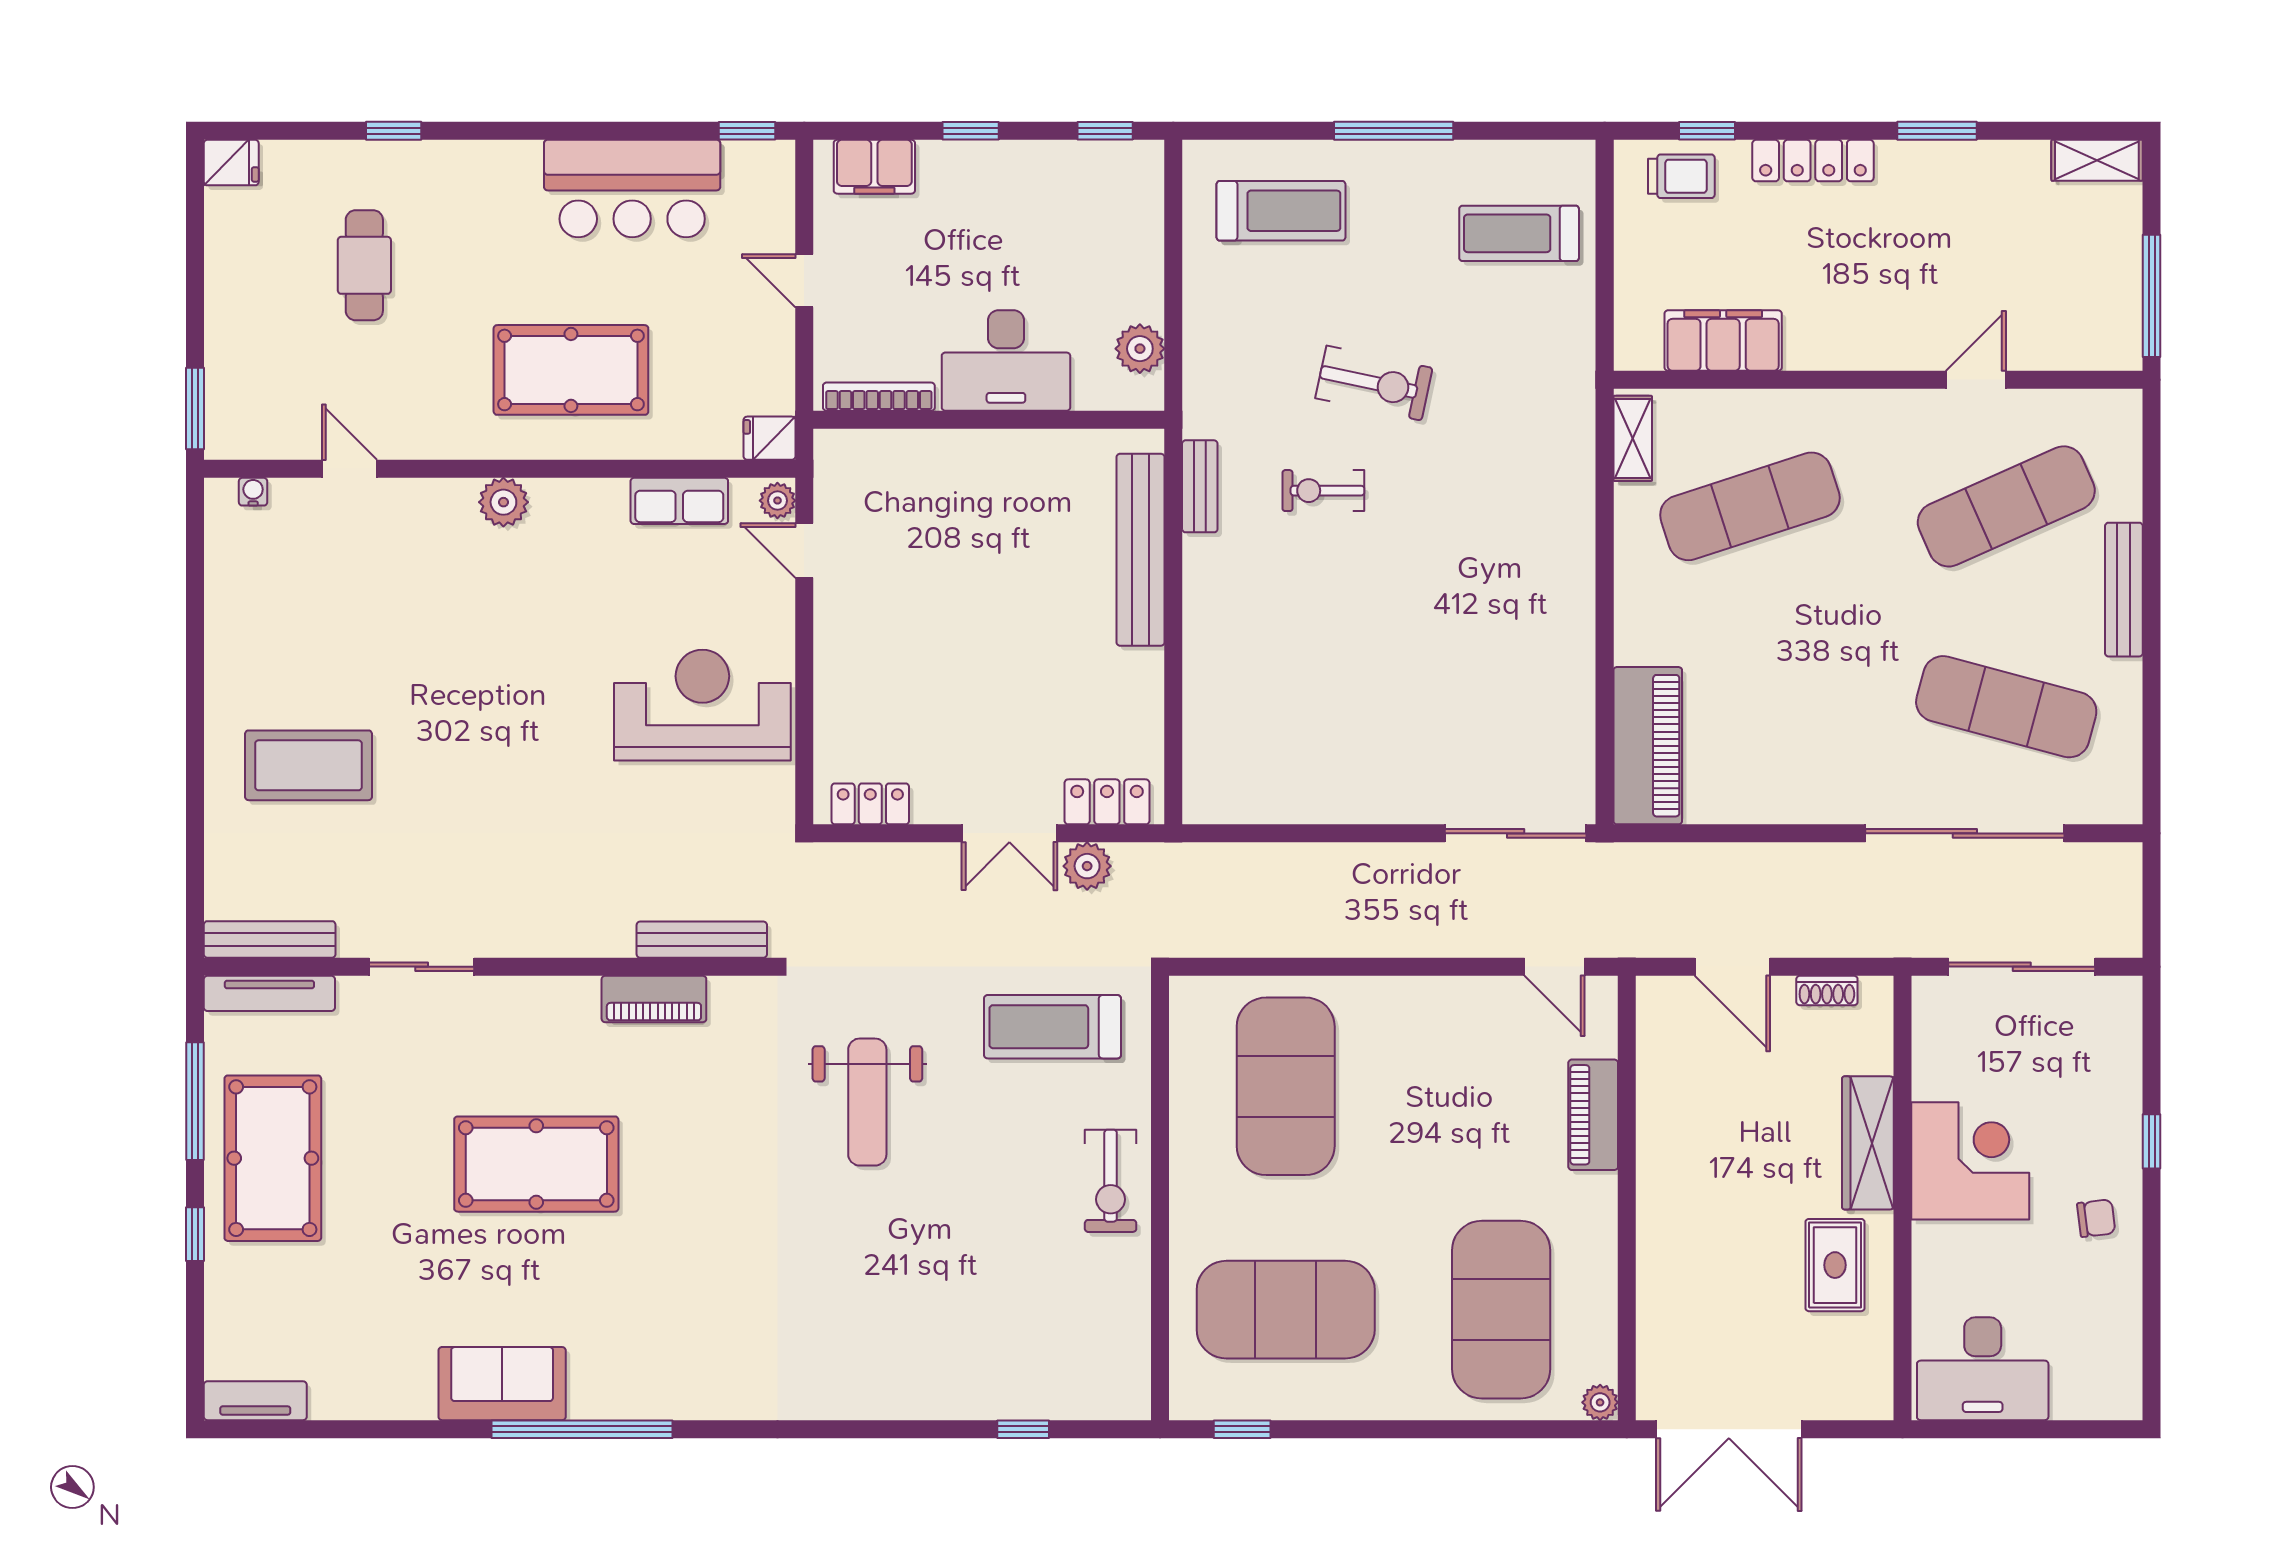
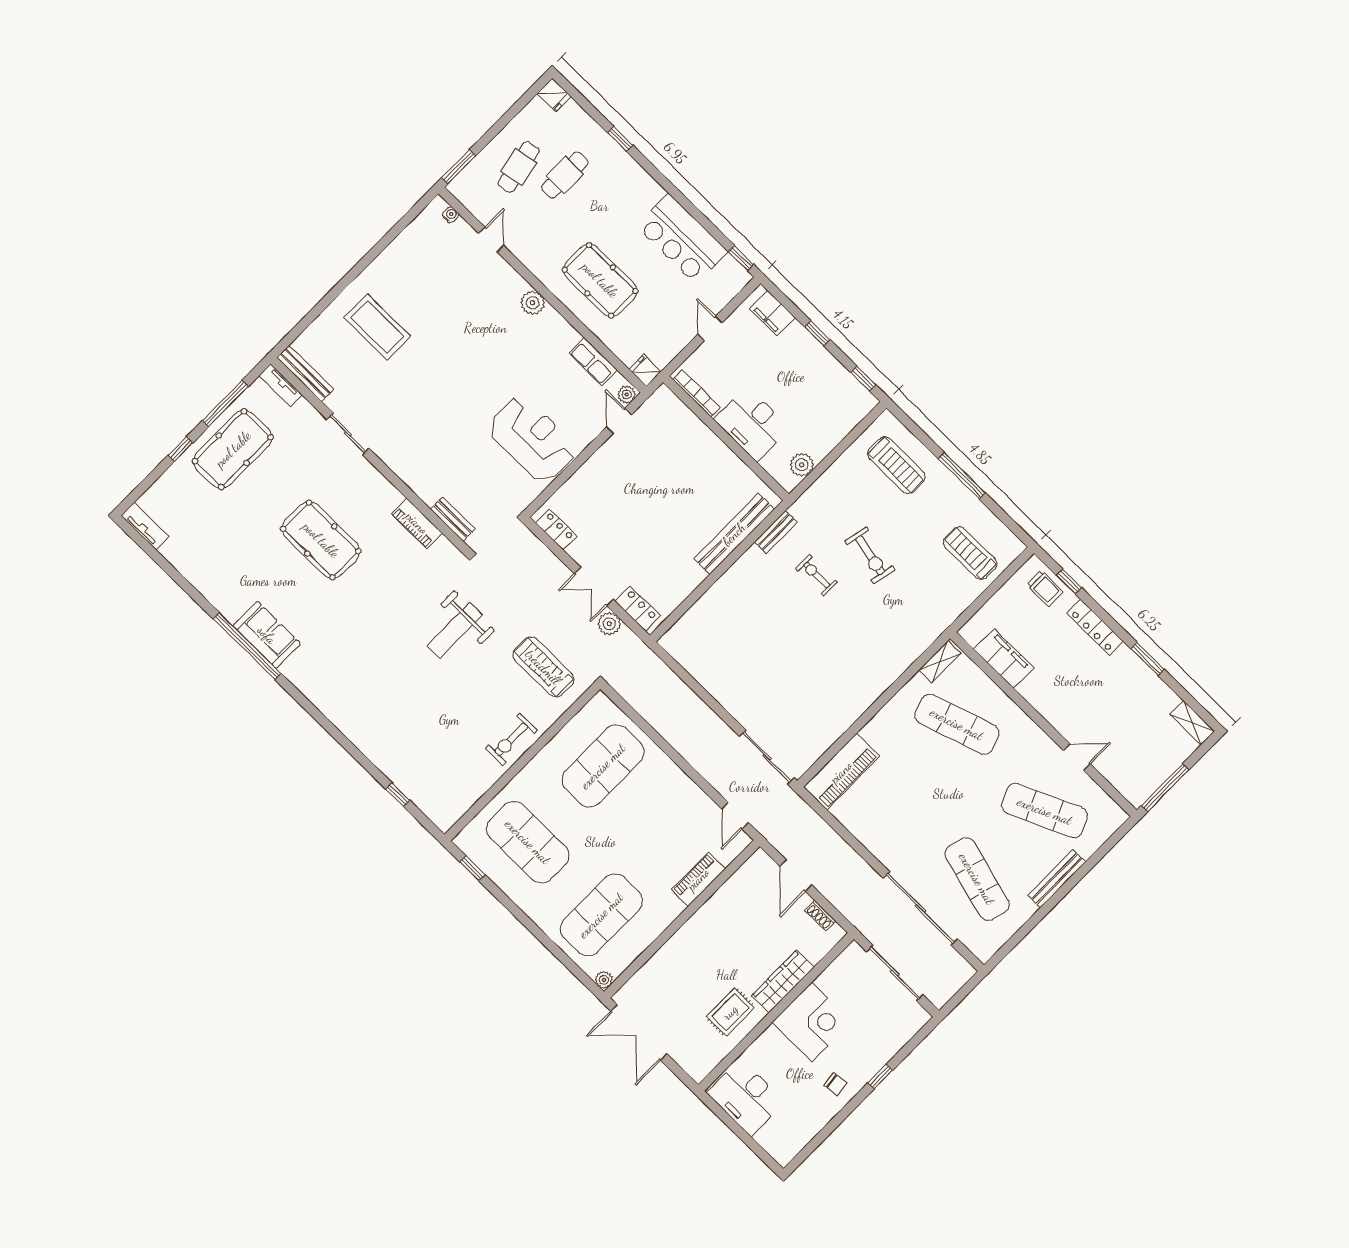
cafe table: (284, 321) -> (519, 167), added
bench: (702, 940) -> (453, 519), width x0.73
tv unit: (269, 993) -> (281, 385), width x0.71
sofa: (502, 1384) -> (267, 635), moved

